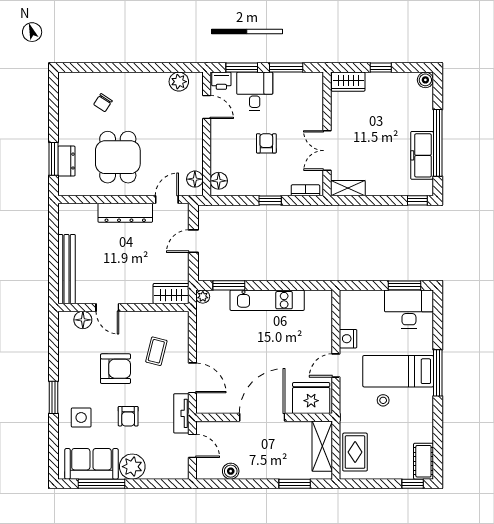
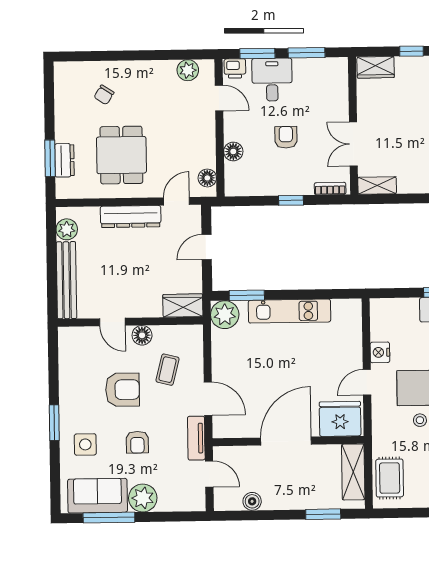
floor lamp: (219, 181) -> (233, 151), moved
plant: (67, 223) -> (67, 229), added
plant: (203, 297) -> (225, 315), width x1.88, depth x1.88
floor lamp: (83, 320) -> (142, 335), moved

